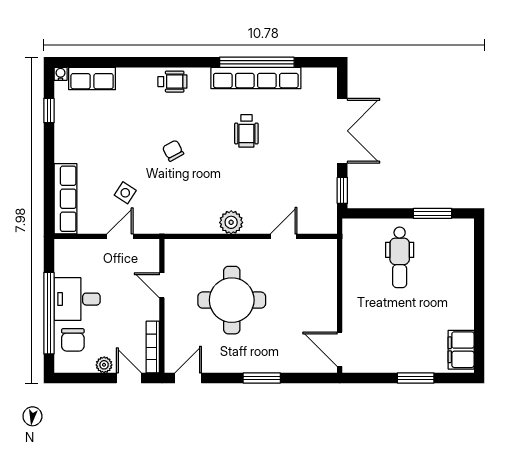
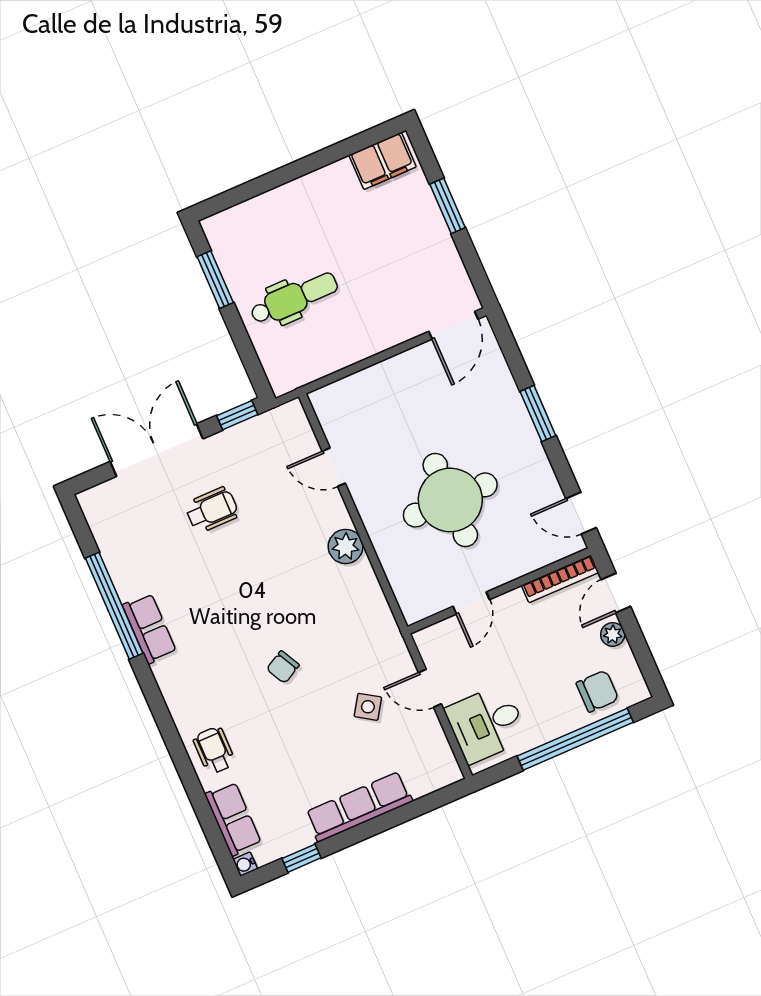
row of seats: (256, 78) -> (149, 628), width x0.50
wheelchair: (172, 82) -> (214, 750), moved
wheelchair: (246, 131) -> (212, 510), moved
row of seats: (65, 199) -> (359, 807), moved
desk: (77, 299) -> (486, 724), moved, turned 90

